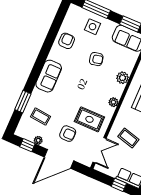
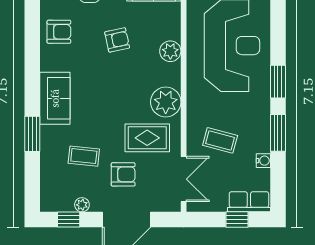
armchair: (67, 41) -> (59, 32), turned 90
window: (23, 102) -> (32, 134), moved
plant: (113, 102) -> (166, 102), width x1.88, depth x1.88
coffee table: (41, 117) -> (84, 156), moved

